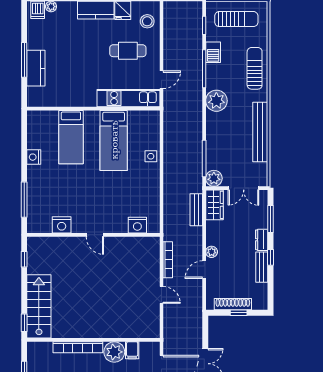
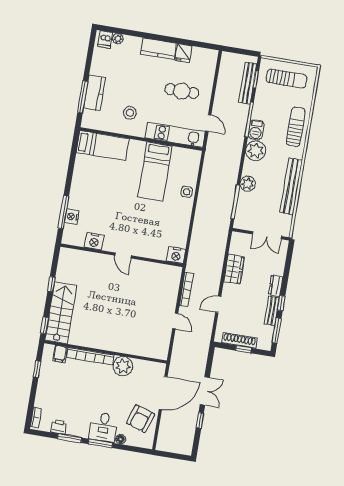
stool: (147, 21) -> (130, 113), moved
barbecue: (213, 52) -> (256, 130), moved
window: (24, 60) -> (83, 97), moved
door: (161, 80) -> (208, 123), hinge flipped
bed: (71, 137) -> (103, 146), moved, turned -90
nightstand: (34, 157) -> (72, 217), moved
plant: (214, 178) -> (248, 184), moved
wardrobe: (215, 205) -> (234, 269), moved
bench: (196, 210) -> (248, 83), moved, width x1.36
window: (270, 219) -> (277, 331), moved
nightstand: (137, 225) -> (176, 255), moved
plant: (212, 252) -> (228, 289), removed
window: (24, 259) -> (51, 284), moved
filing cabinet: (132, 350) -> (60, 354), moved

